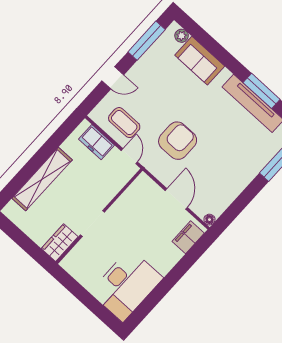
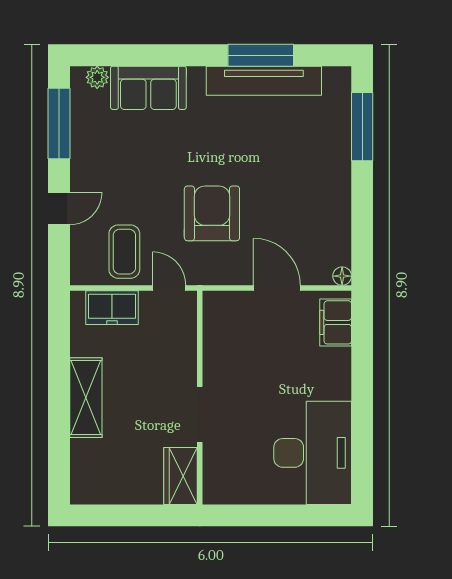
coffee table: (124, 123) -> (124, 252), turned 90
shelving: (42, 179) -> (86, 398), width x0.68

